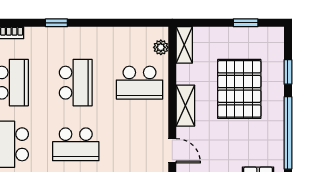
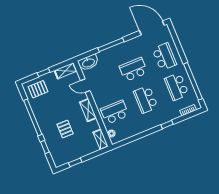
pallet: (239, 89) -> (65, 129), width x0.49, depth x0.50

